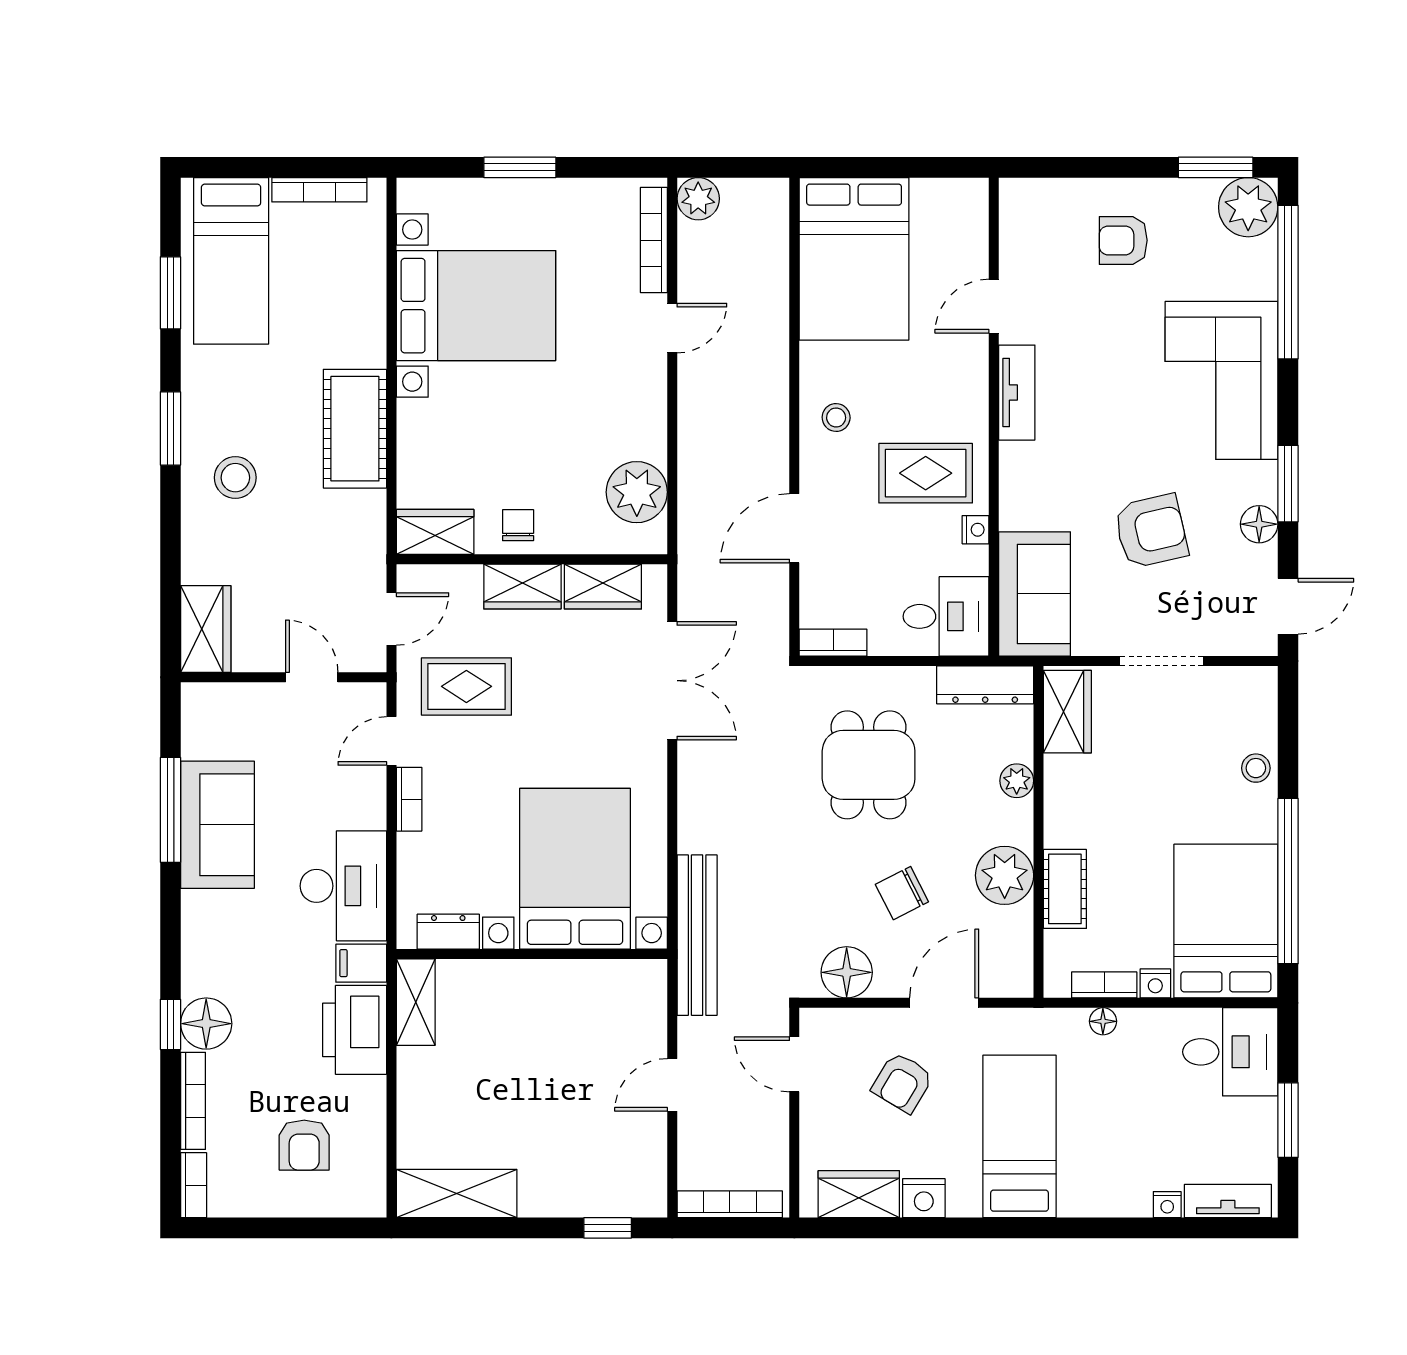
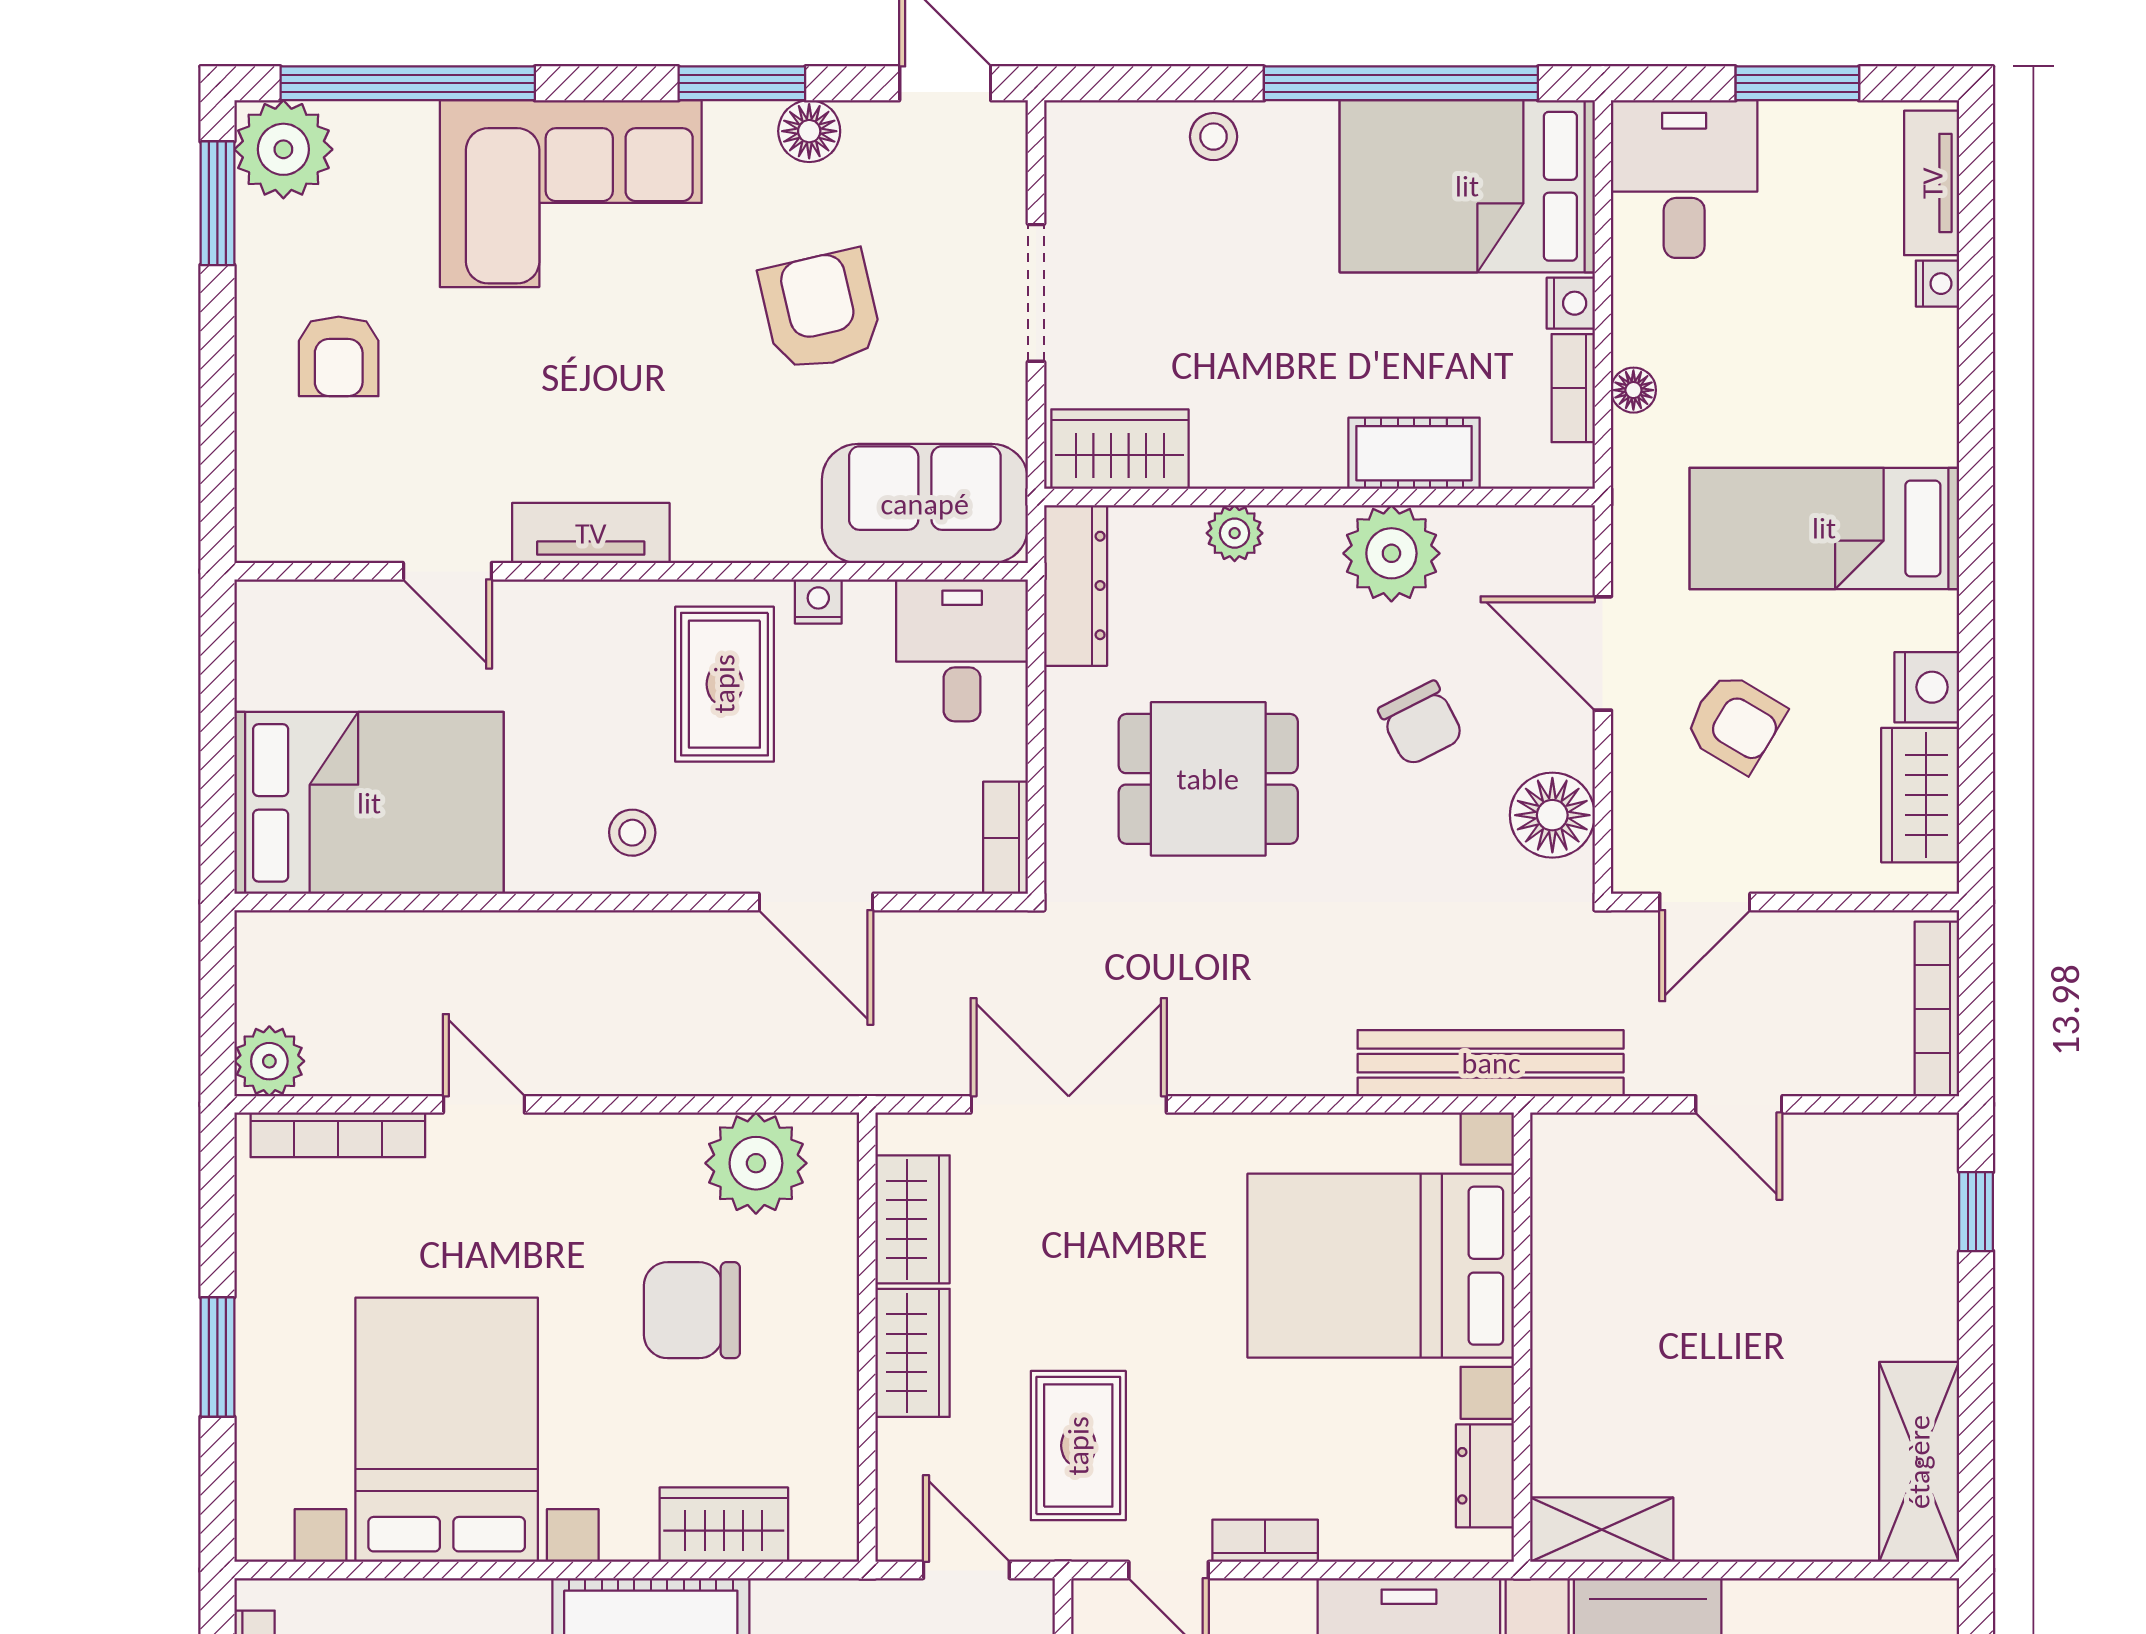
chair: (518, 525) -> (692, 1310), moved, width x1.87, depth x1.87
wardrobe: (435, 532) -> (724, 1525), moved, turned 90

